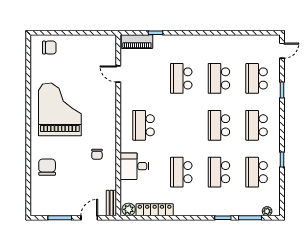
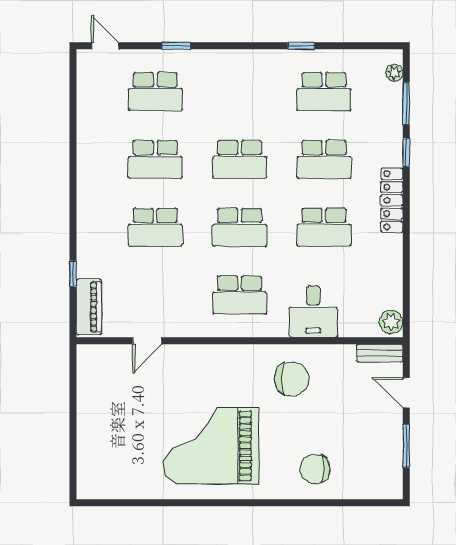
chair: (49, 48) -> (100, 465), removed
school desk: (257, 125) -> (240, 227), moved
chair: (97, 154) -> (292, 379), width x1.87, depth x1.87
locker: (155, 210) -> (392, 200), moved

